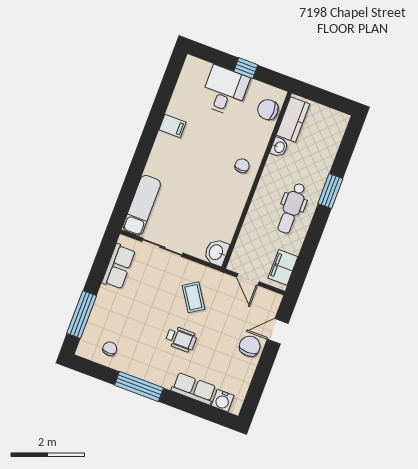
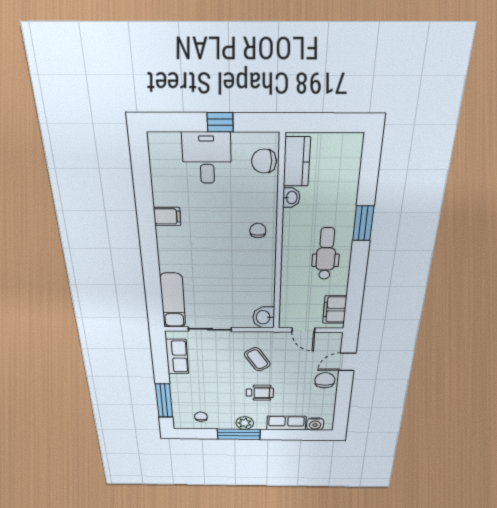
dental chair: (292, 208) -> (326, 254), turned 180
plant: (151, 373) -> (245, 423), added

